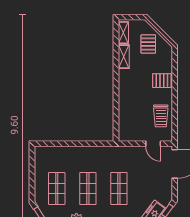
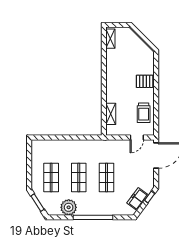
pallet: (148, 44) -> (133, 49), removed
shelving: (124, 57) -> (111, 114), moved
door: (153, 144) -> (137, 137), hinge flipped

